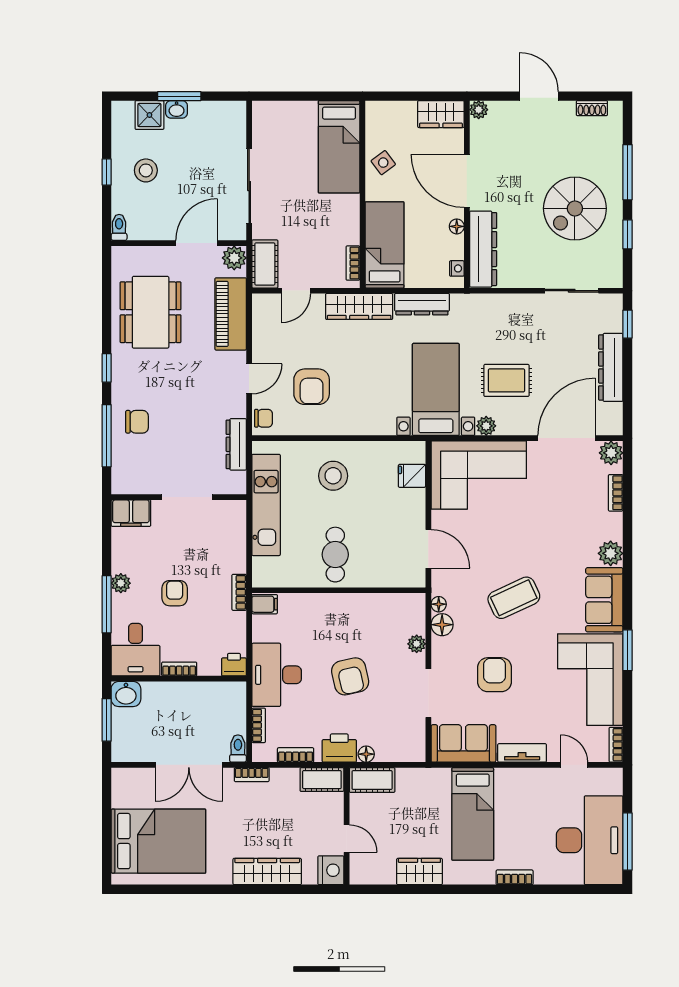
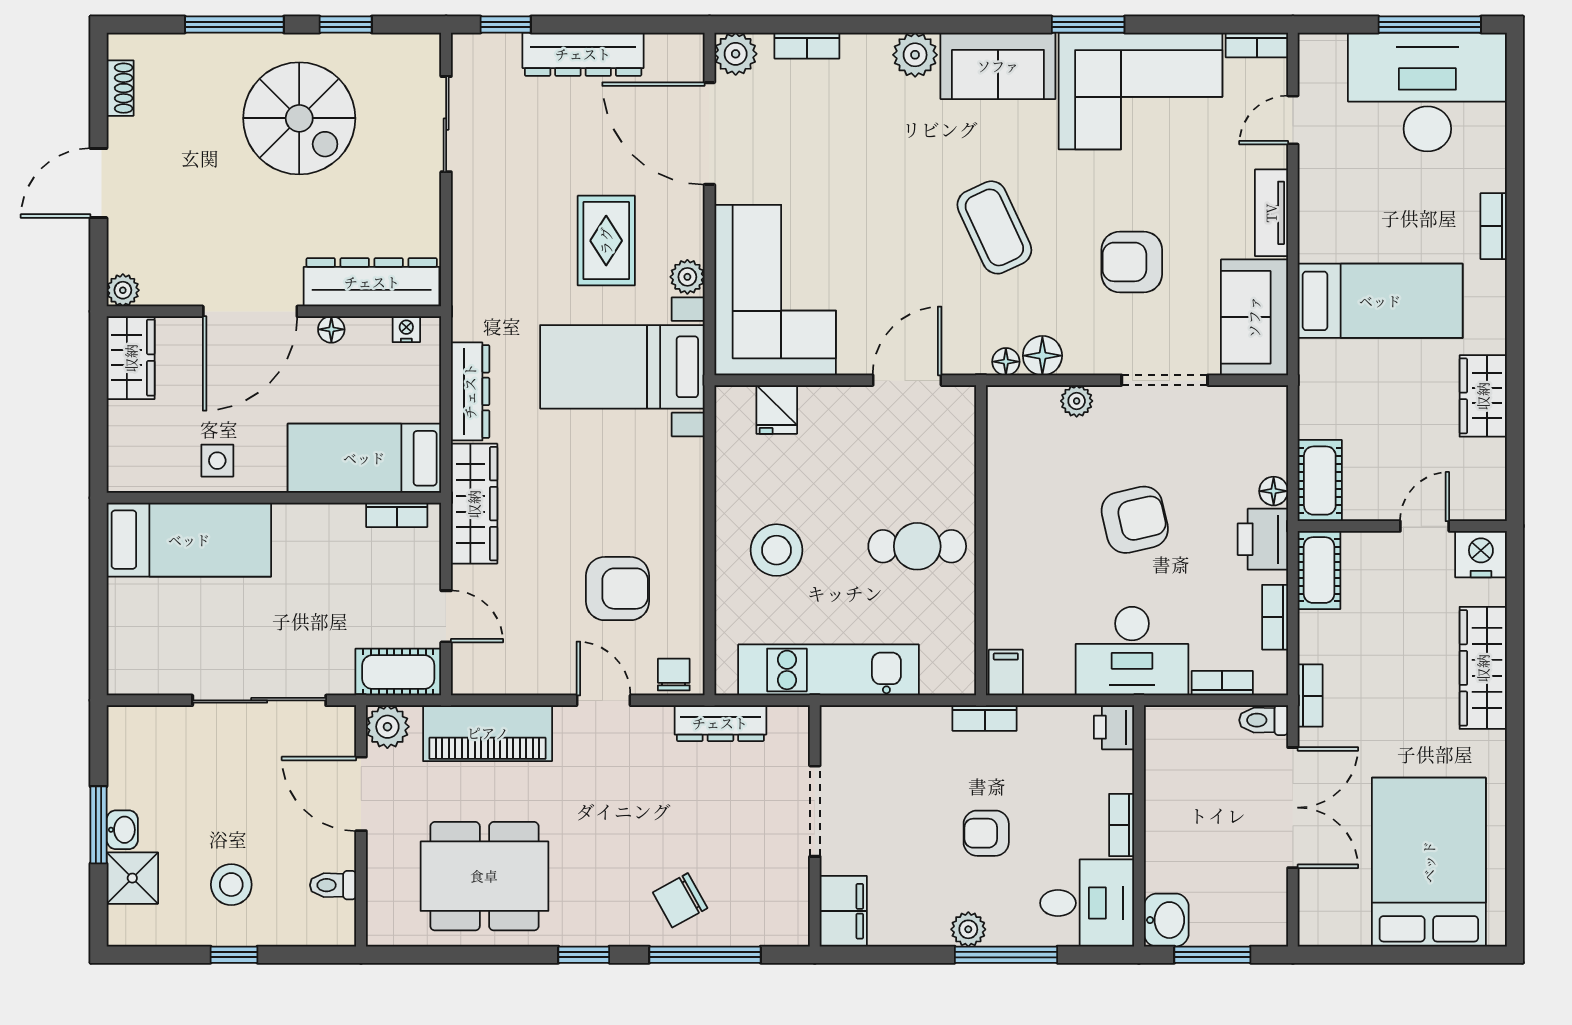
side table: (383, 163) -> (217, 461), turned 37
toilet: (119, 227) -> (333, 885), moved
chair: (137, 422) -> (680, 900), turned -119

